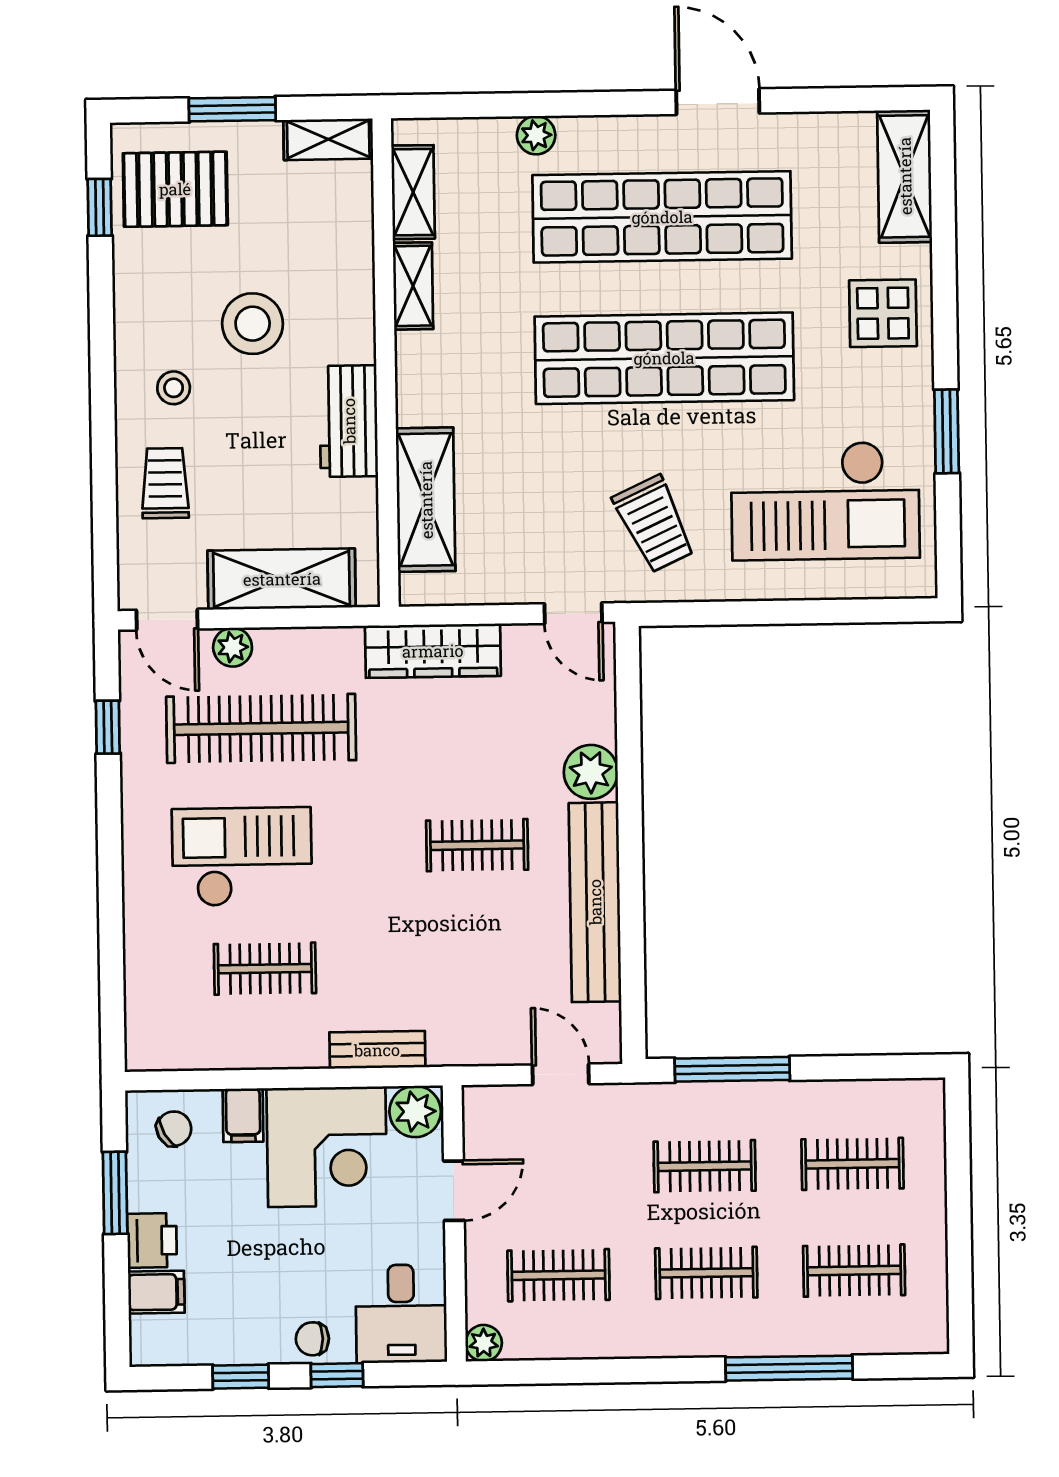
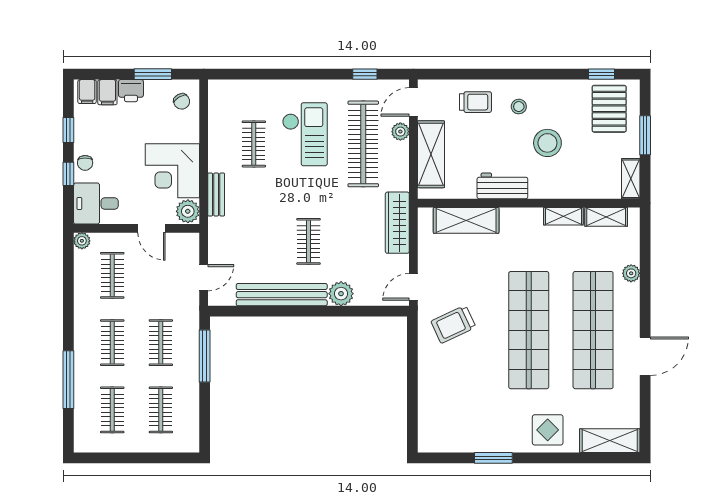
checkout: (825, 501) -> (463, 402), removed
filing cabinet: (243, 1115) -> (87, 92), moved, turned -90
chair: (312, 1339) -> (85, 163), turned 180

